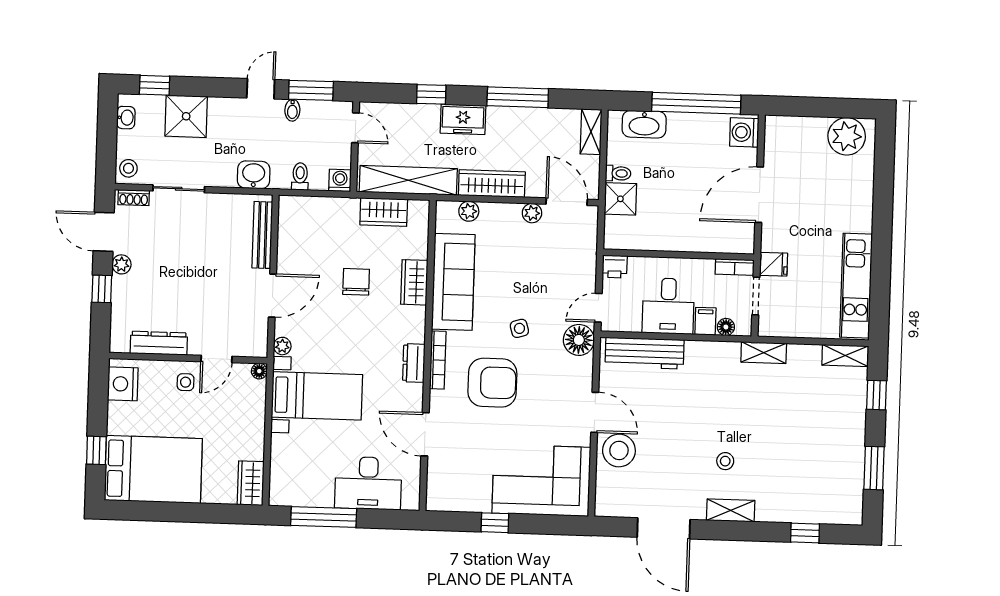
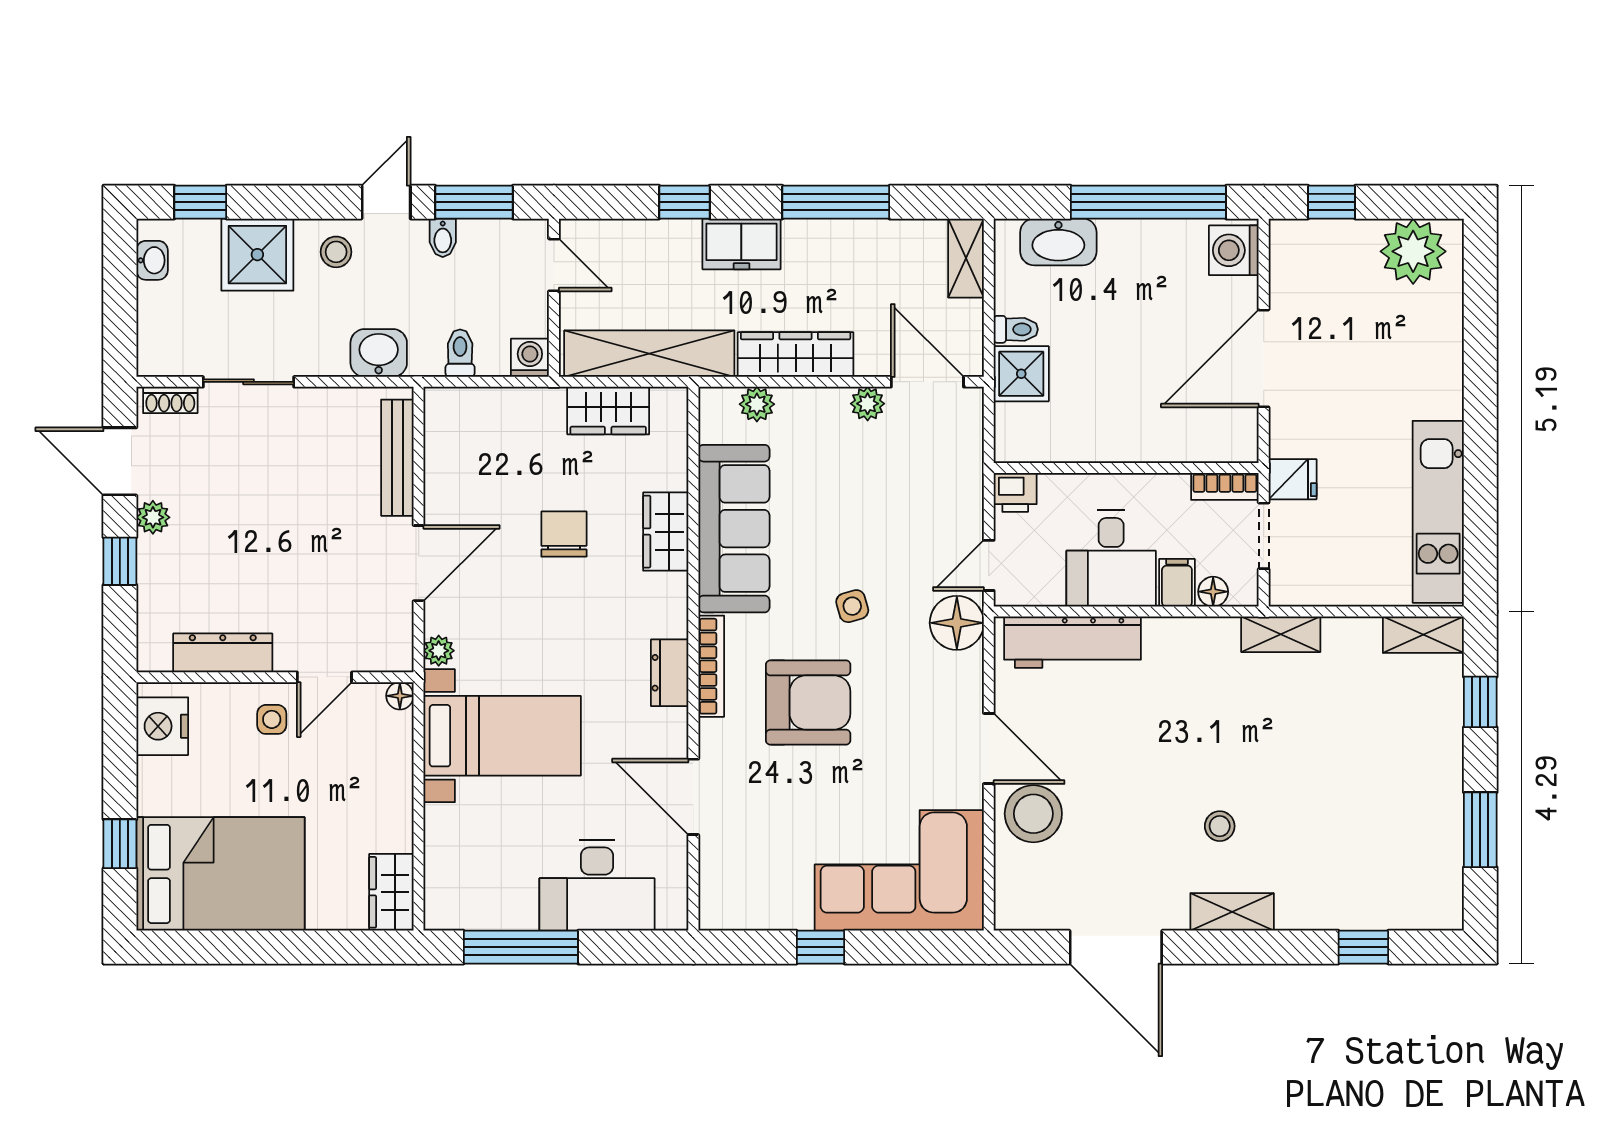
window: (801, 107) -> (1332, 202), added
stool: (128, 168) -> (336, 252), moved

